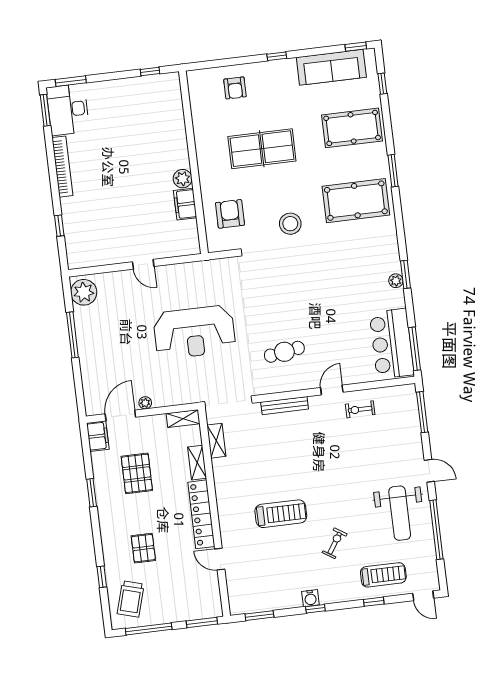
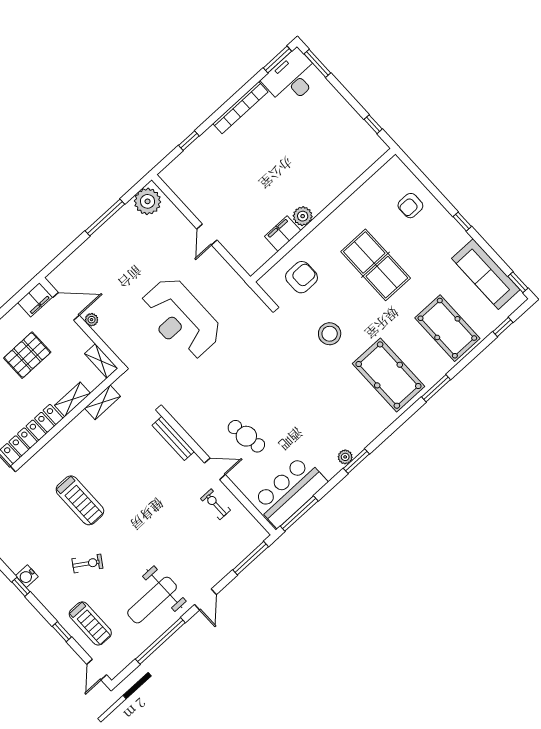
cafe table: (284, 352) -> (246, 436), moved

